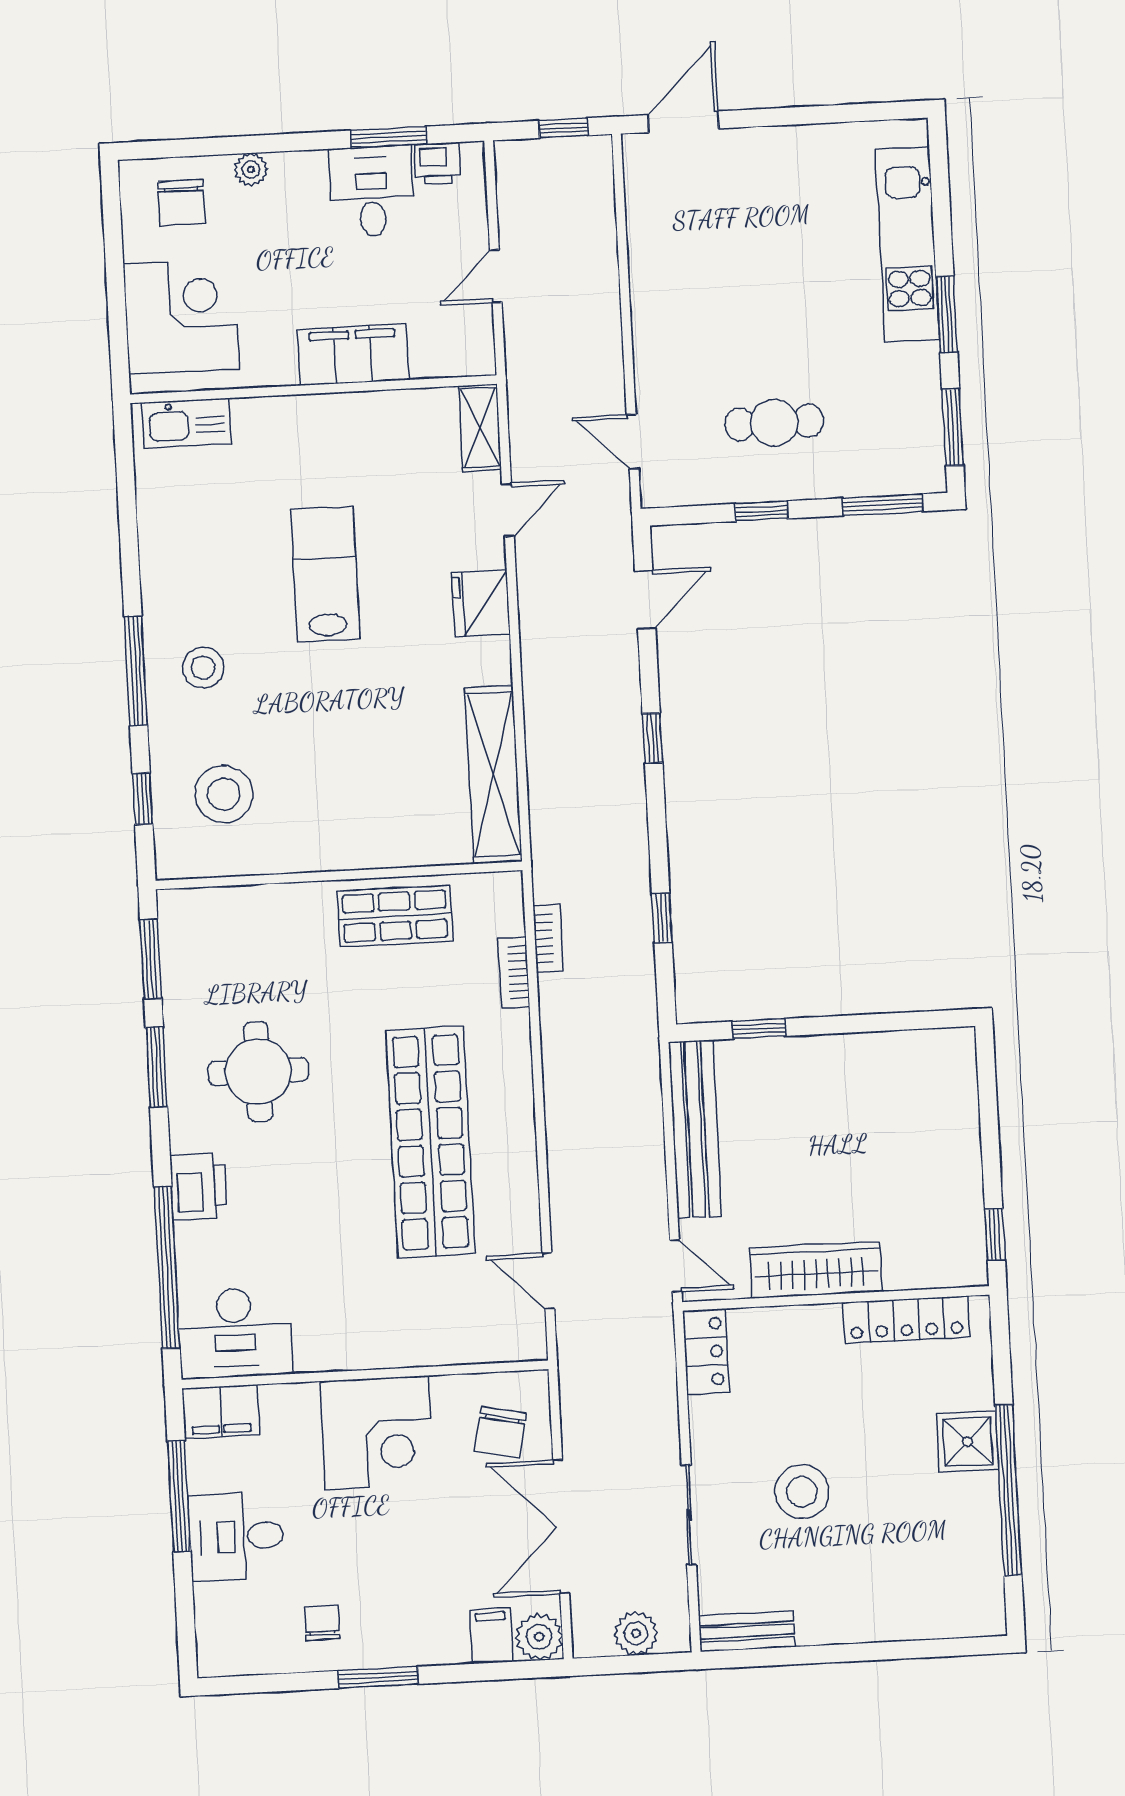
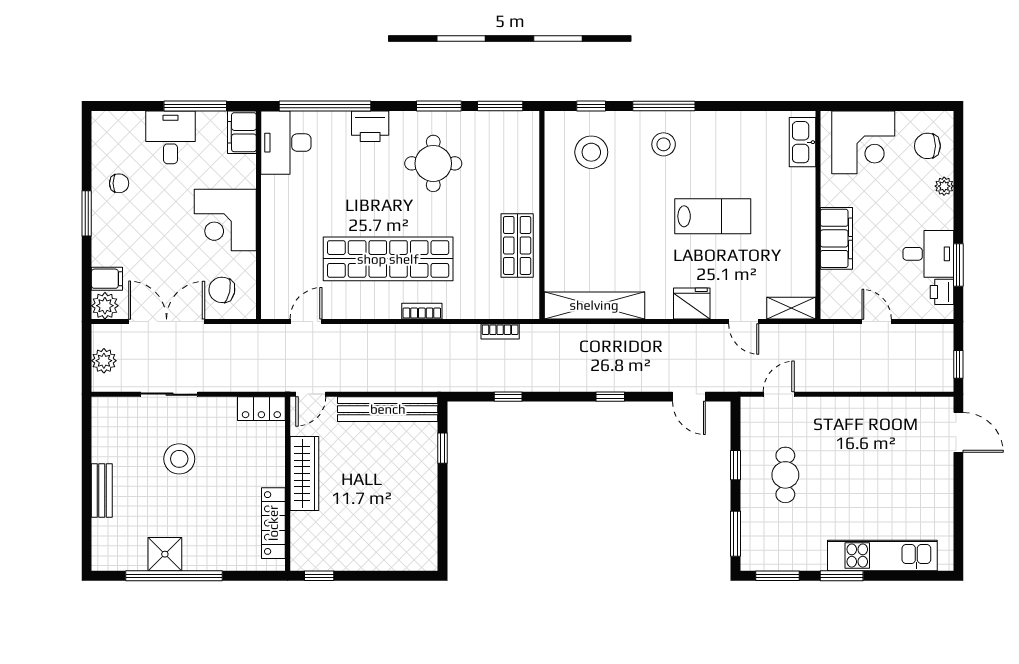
bookcase: (514, 973) -> (422, 311), moved
shower: (968, 1442) -> (165, 554), moved
bench: (747, 1631) -> (102, 490), moved

